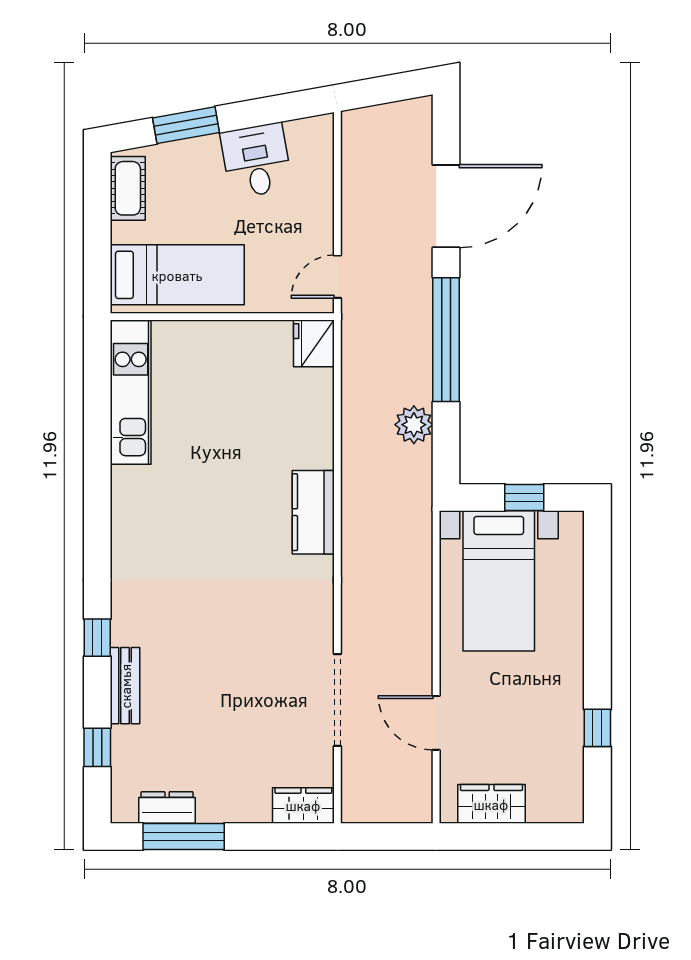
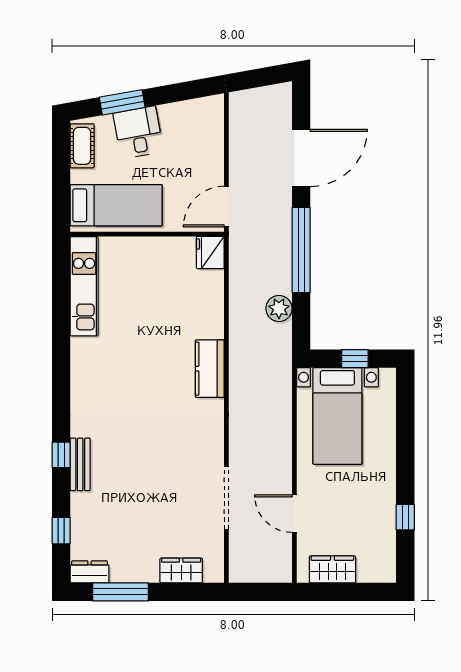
desk: (256, 161) -> (138, 132), moved
door: (337, 277) -> (226, 207), width x1.38
bench: (125, 686) -> (80, 464), moved
wardrobe: (303, 805) -> (181, 570), moved
dresser: (167, 807) -> (90, 572), moved

